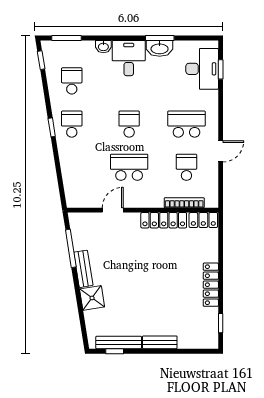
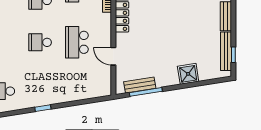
school desk: (72, 124) -> (40, 91), removed
bench: (83, 269) -> (140, 85), moved

